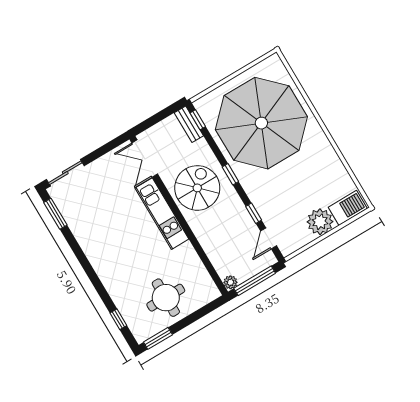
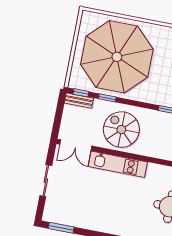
sliding door: (65, 173) -> (46, 181), moved
window: (230, 174) -> (107, 98), moved

